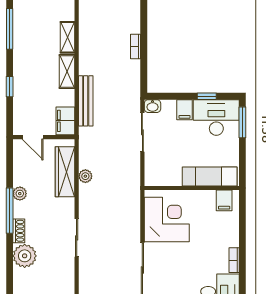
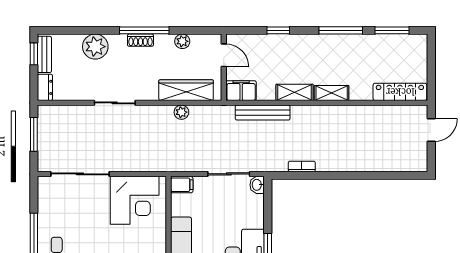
bookcase: (135, 47) -> (302, 166), moved
filing cabinet: (185, 110) -> (182, 185), moved, turned 180
door: (33, 137) -> (224, 55), swing flipped
plant: (20, 194) -> (182, 41), moved
shoe rack: (19, 231) -> (140, 40), moved

